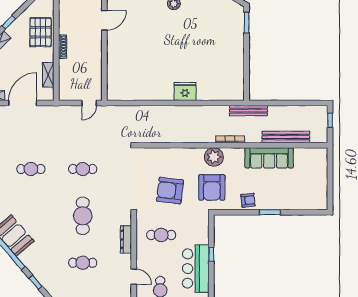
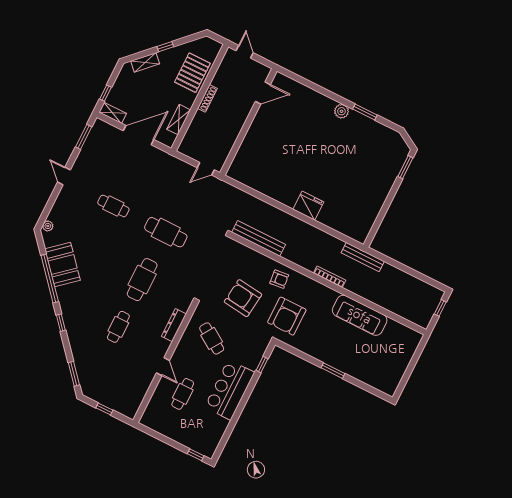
bench: (286, 137) -> (259, 238), moved
plant: (214, 157) -> (304, 286), removed
cafe table: (83, 169) -> (166, 232), width x1.37, depth x1.35
armchair: (248, 200) -> (279, 279), moved
cafe table: (161, 235) -> (212, 338), turned 33
window: (211, 254) -> (262, 364), moved
cafe table: (83, 263) -> (118, 327), turned 90

